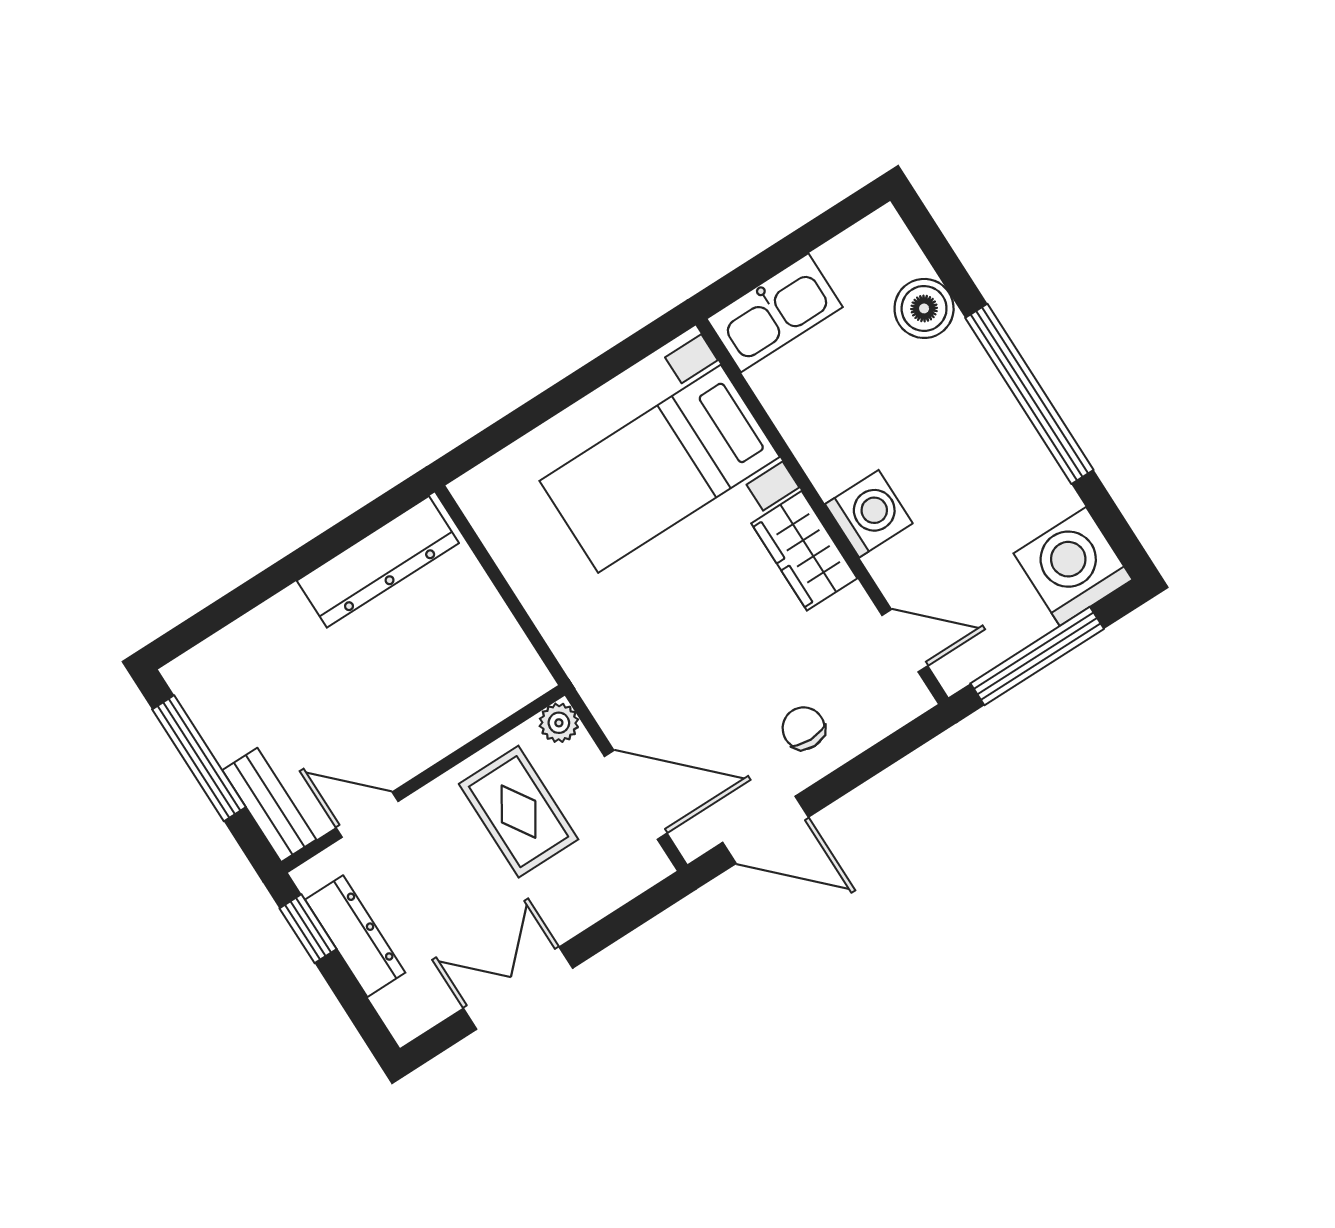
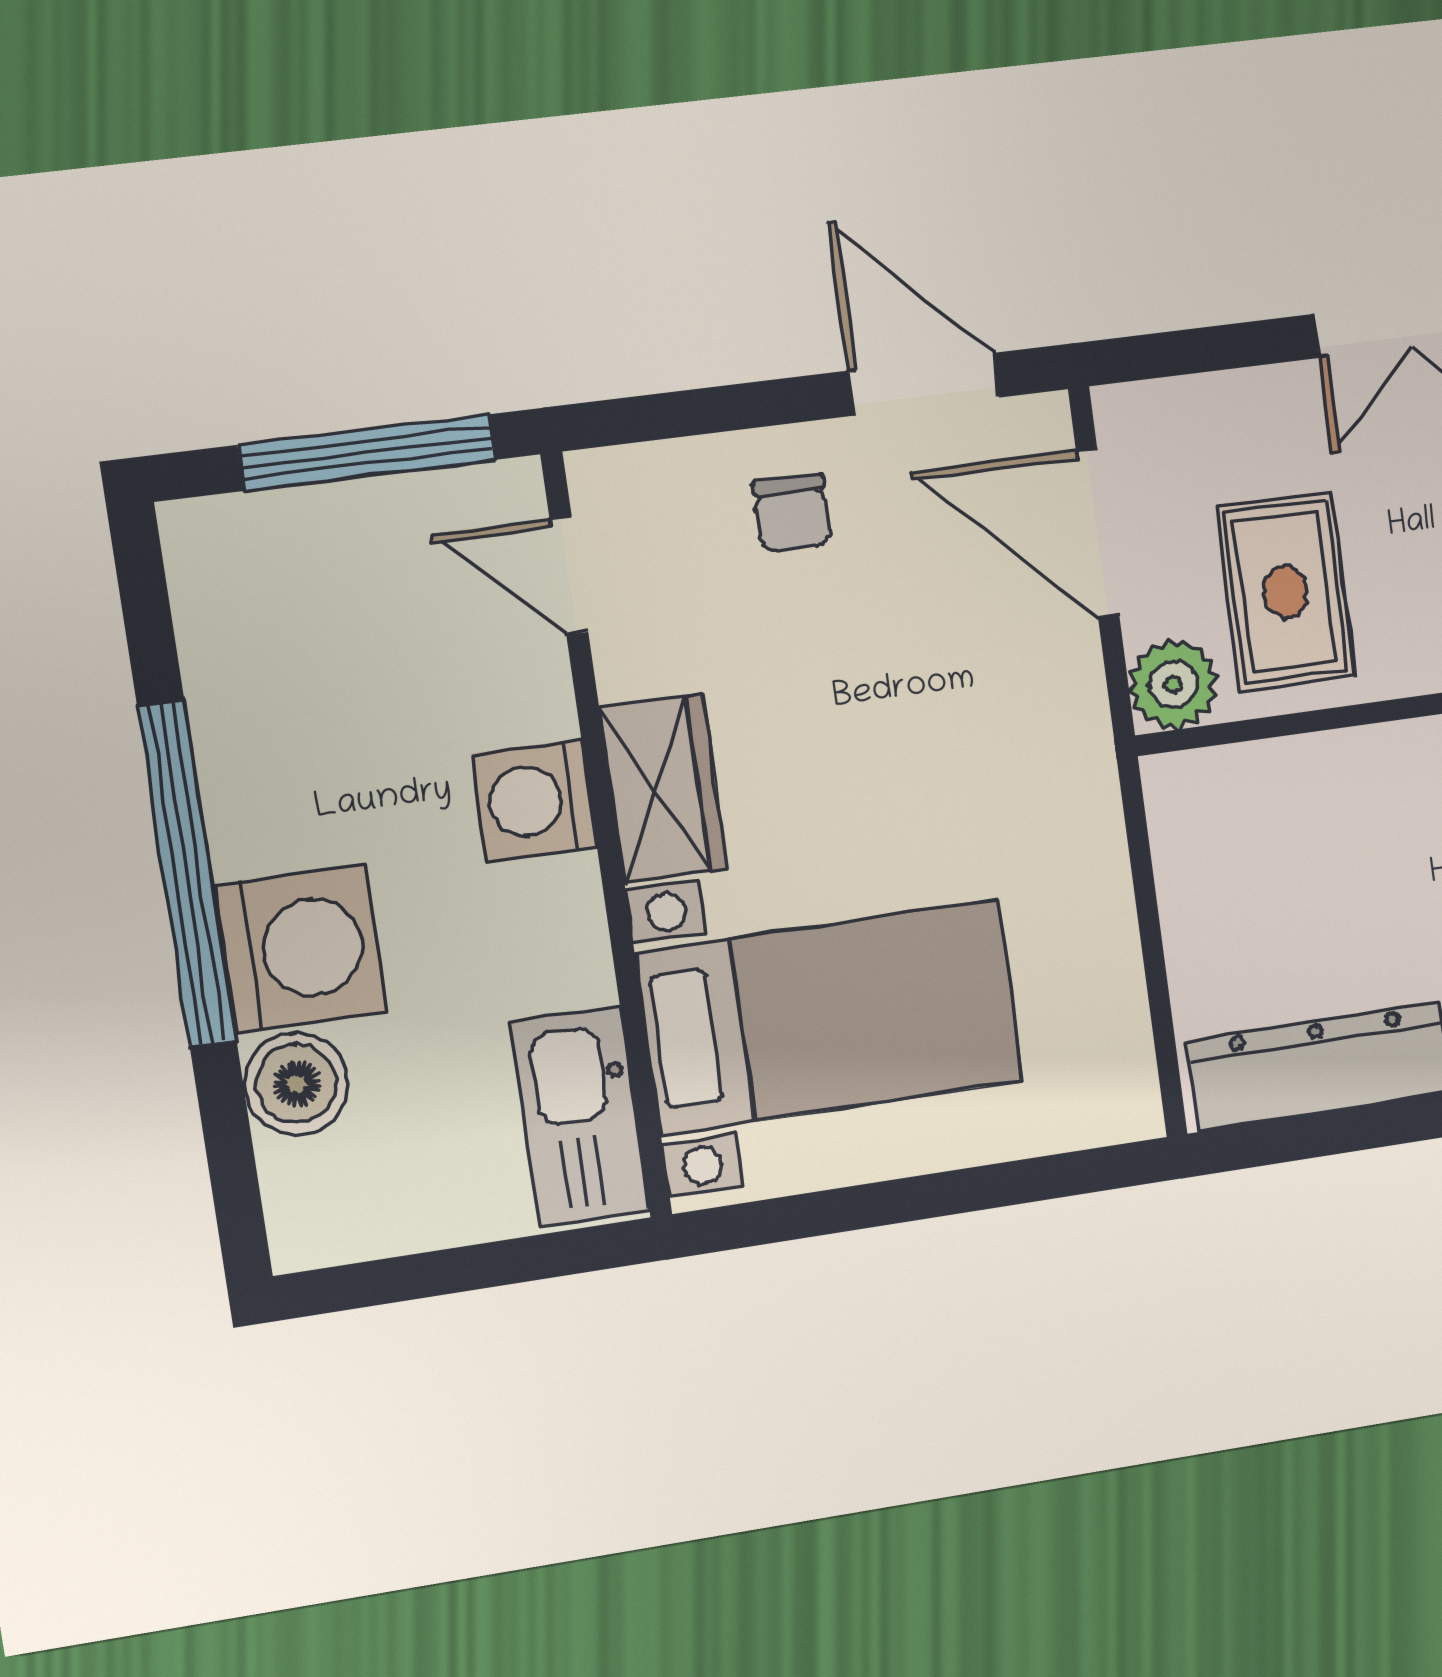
kitchen sink: (775, 313) -> (580, 1116), moved, turned -90
washing machine: (1073, 566) -> (300, 949), moved, turned -90
plant: (559, 723) -> (1173, 684), width x1.38, depth x1.38

